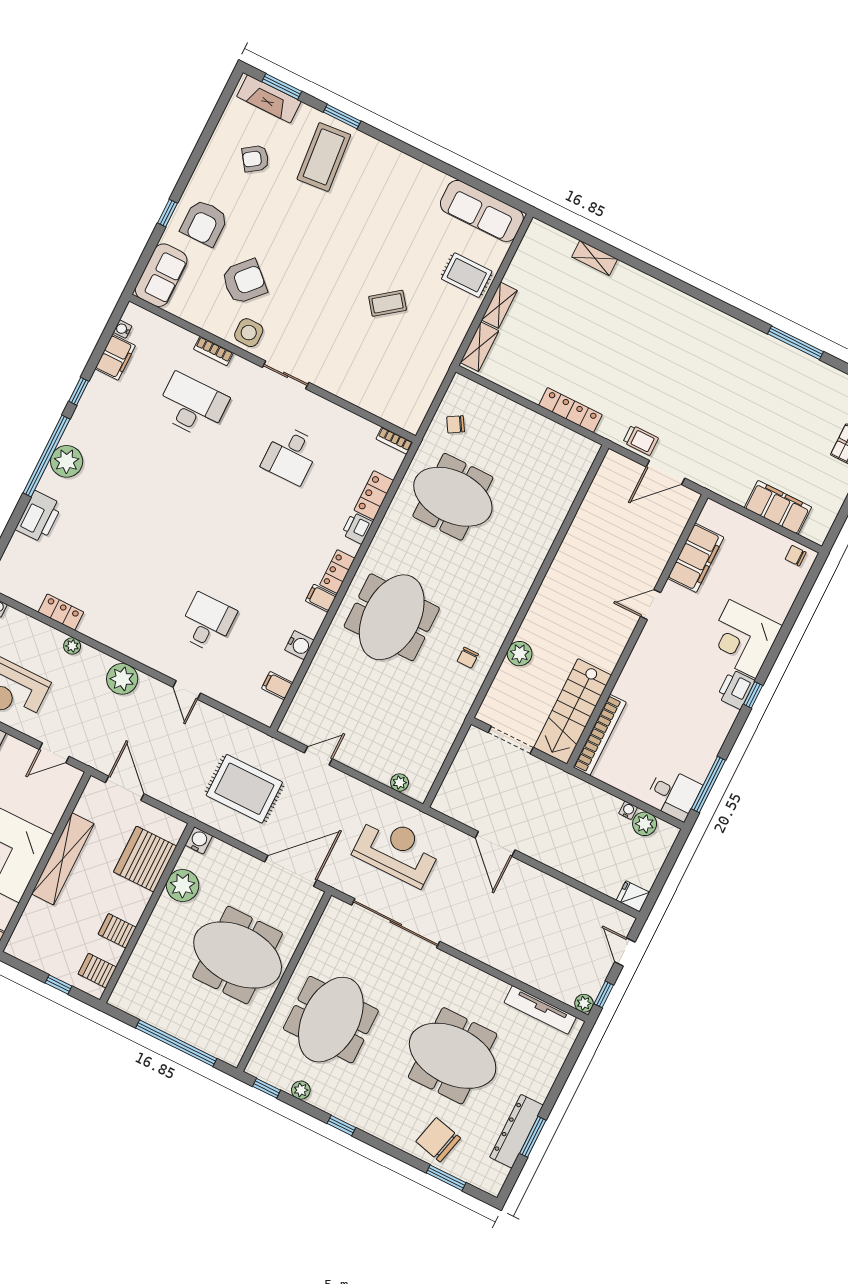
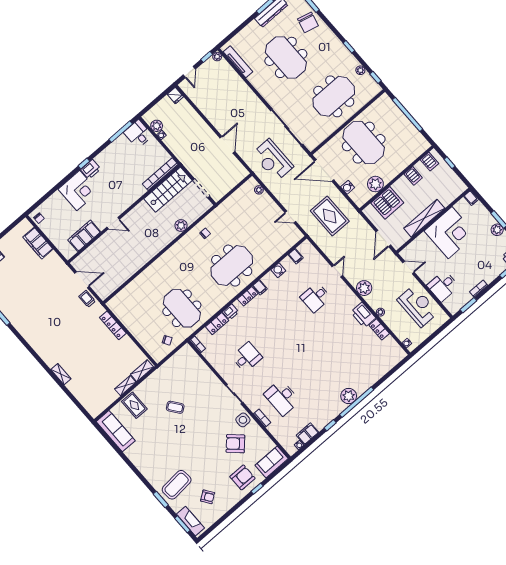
shelving: (595, 258) -> (61, 374), moved
printer: (39, 517) -> (363, 315), moved, turned -90
water cooler: (199, 840) -> (348, 187), moved

